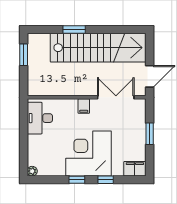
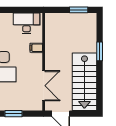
stairs: (98, 48) -> (84, 82), width x0.73
filing cabinet: (84, 106) -> (36, 48), moved

